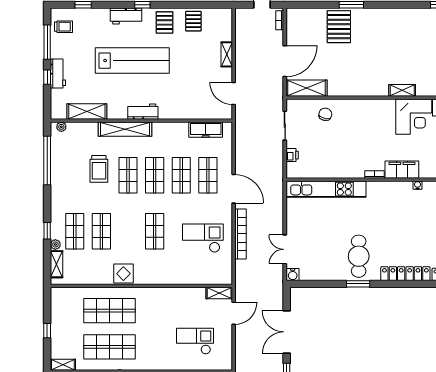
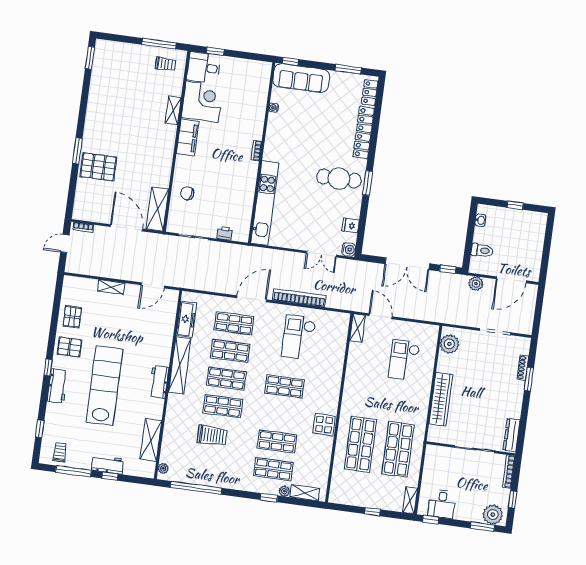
pallet: (193, 21) -> (72, 317), turned 90
shelving: (125, 129) -> (180, 365), moved
filing cabinet: (402, 170) -> (188, 138), moved, turned 180
fridge: (316, 273) -> (351, 226), added

